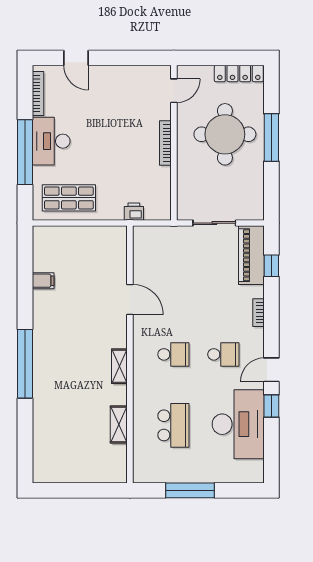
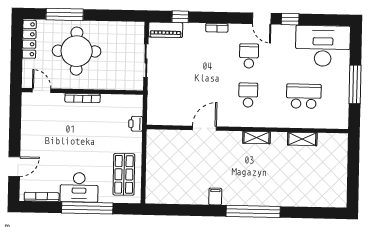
window: (271, 138) -> (65, 14), moved
piano: (251, 255) -> (166, 30), width x0.73, depth x0.75
filing cabinet: (43, 281) -> (215, 197), moved
desk: (238, 424) -> (323, 46), moved

